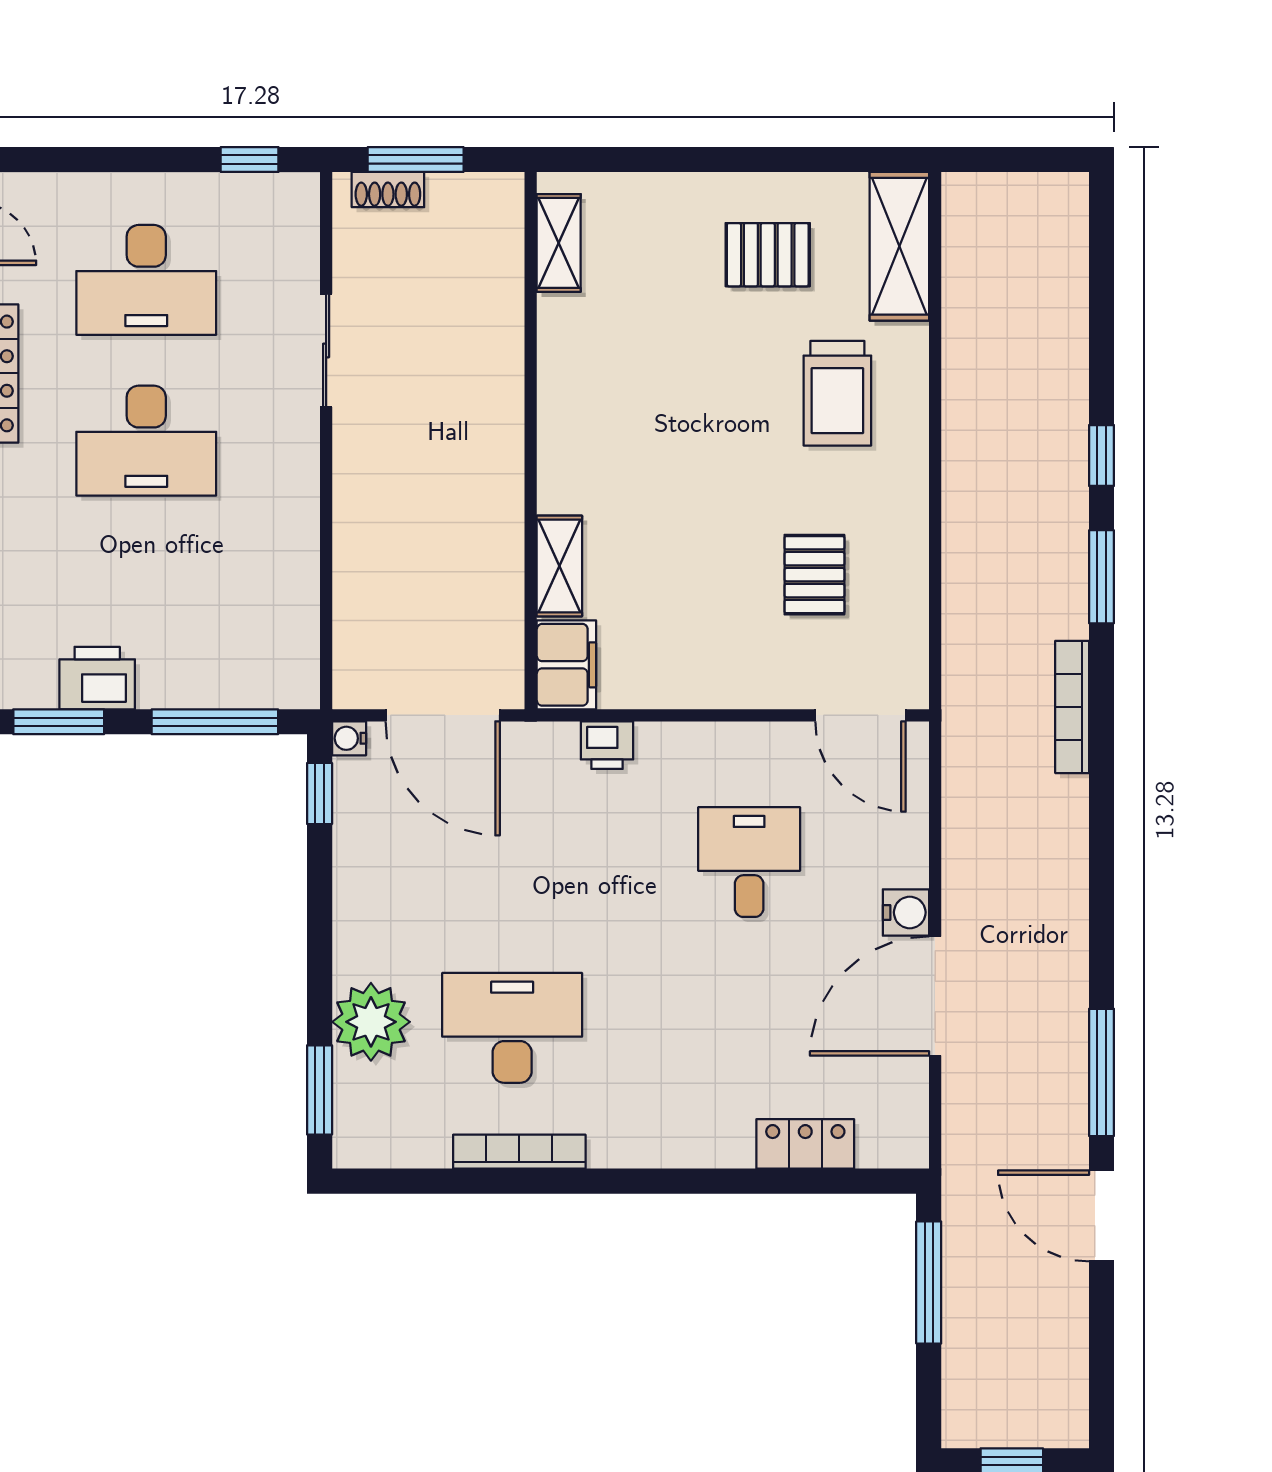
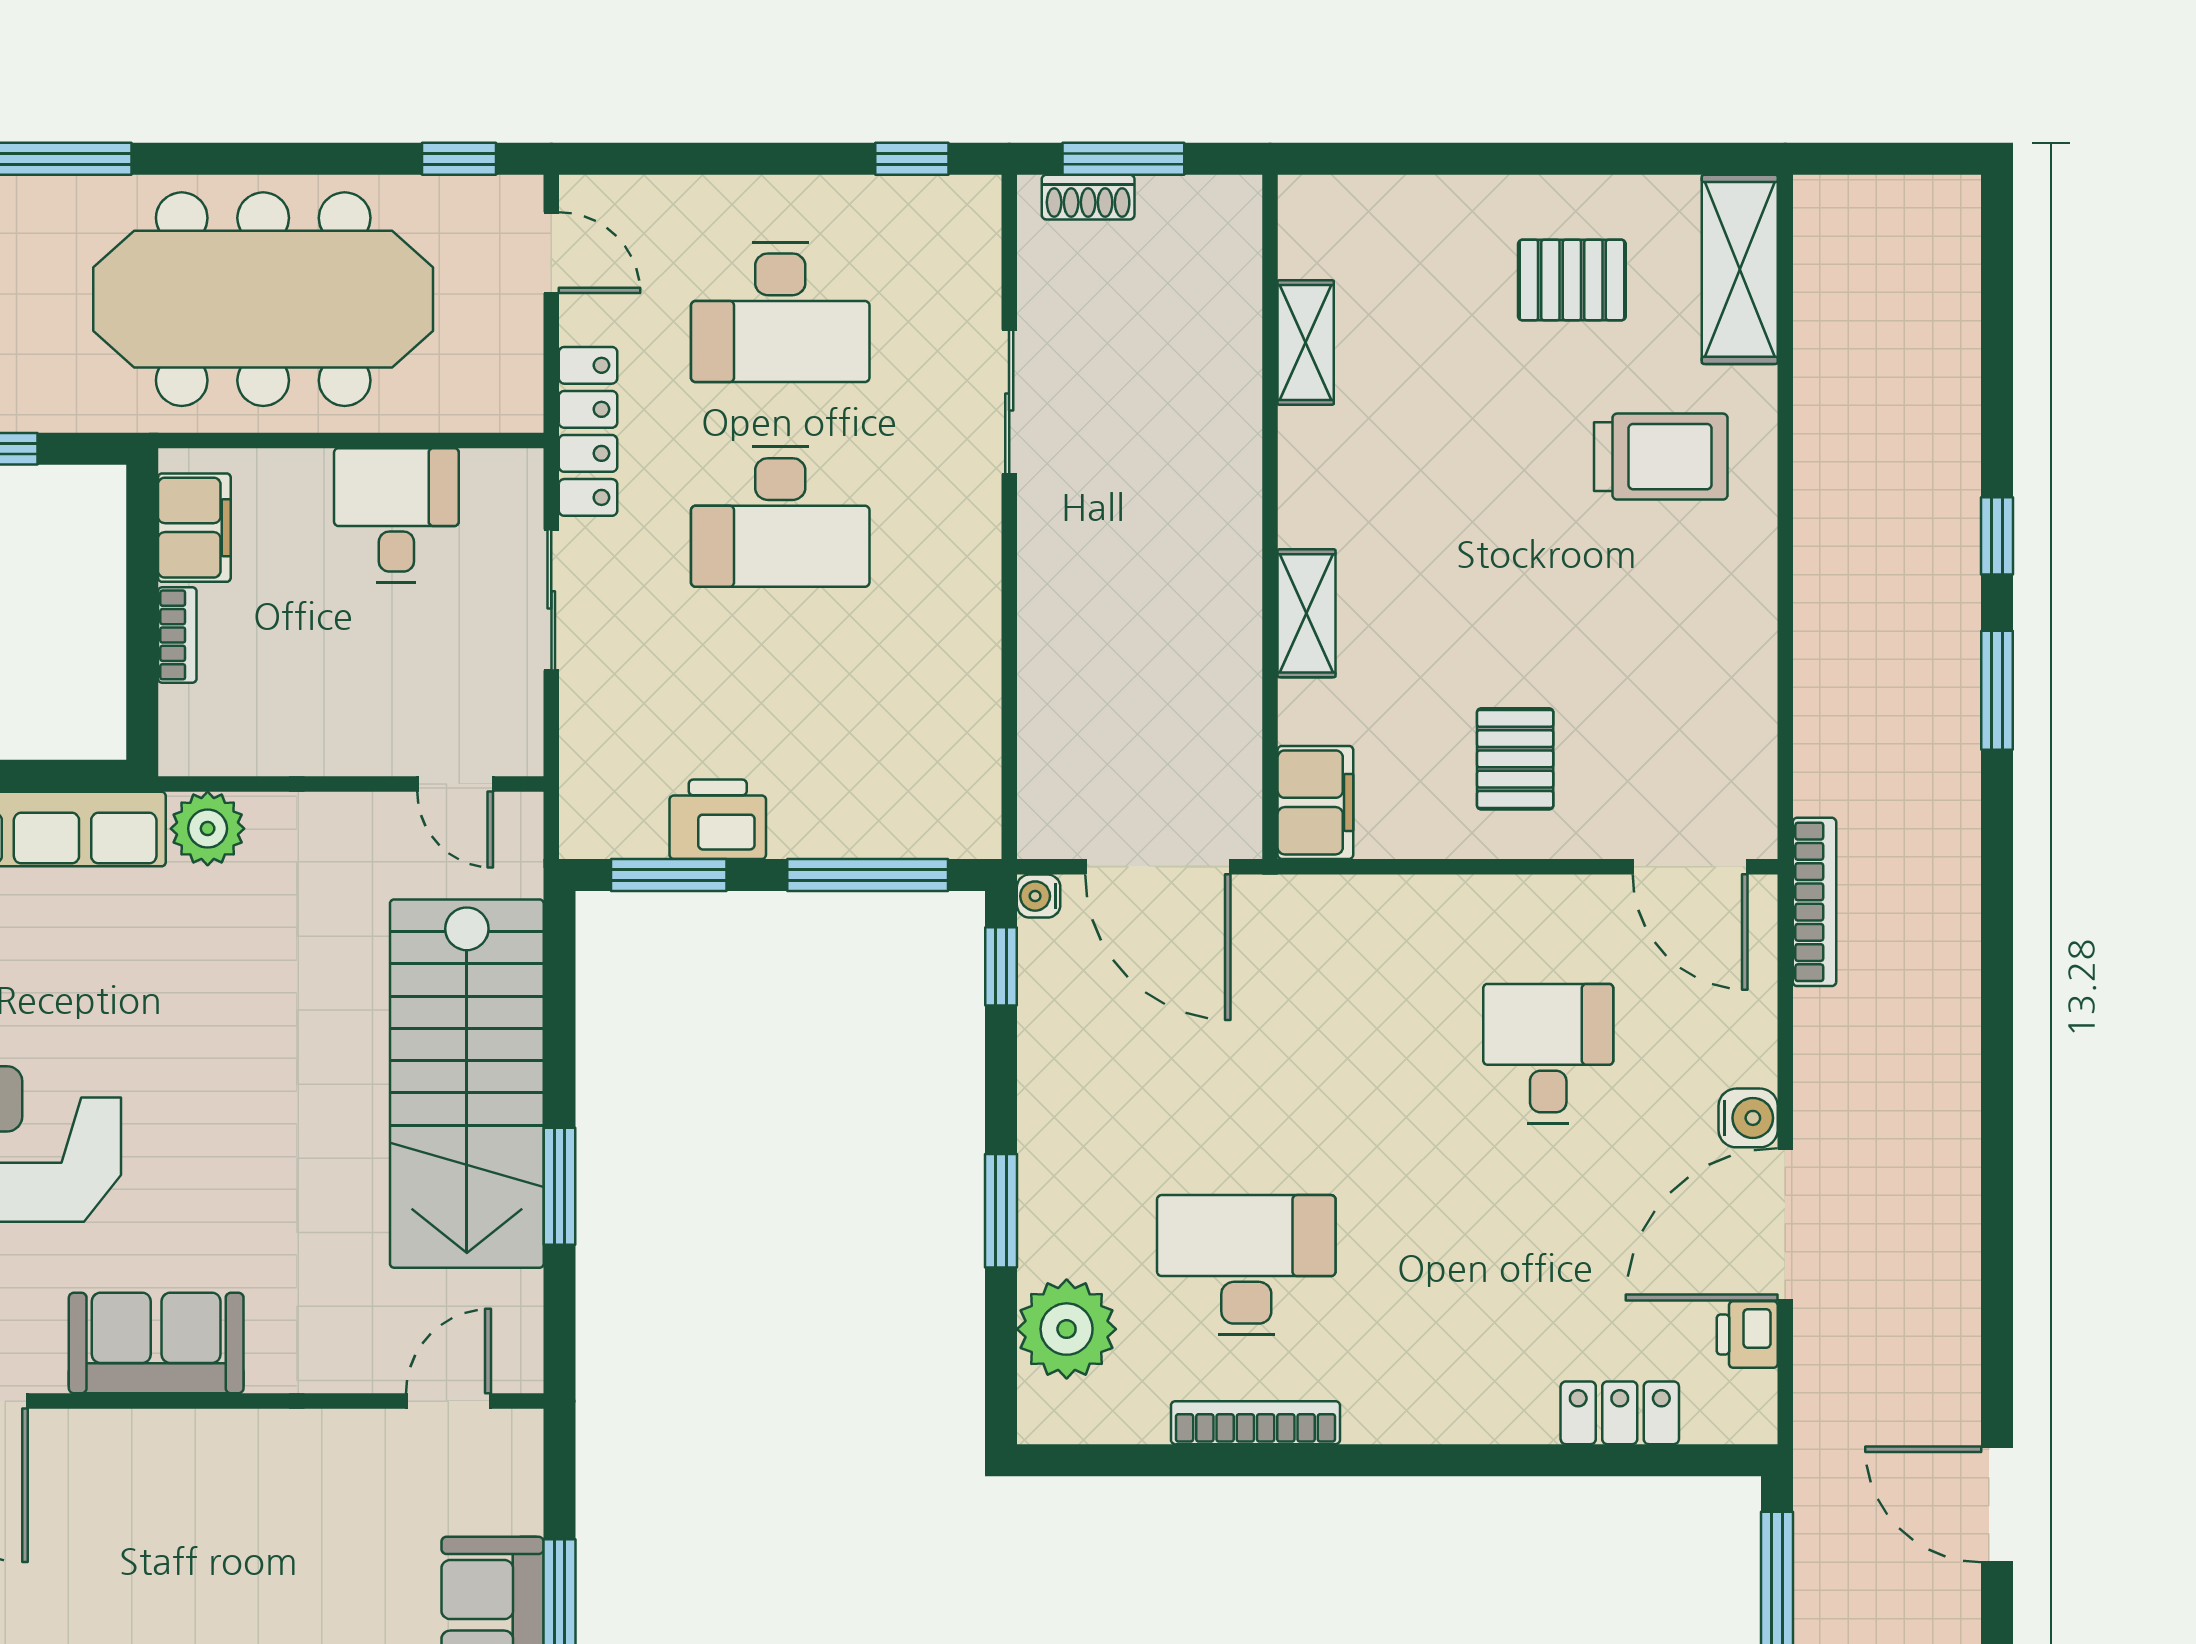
shelving: (559, 243) -> (1306, 342), moved
trolley: (837, 393) -> (1661, 457), turned -90
shelving: (559, 566) -> (1307, 613), moved
pallet: (814, 575) -> (1515, 759), moved
bookcase: (1072, 707) -> (1814, 902), moved, turned 180
printer: (607, 745) -> (1747, 1335), moved, turned 90
plant: (371, 1022) -> (1067, 1329), moved
window: (1101, 1072) -> (1997, 1322), removed
window: (320, 1090) -> (1001, 1211), moved

